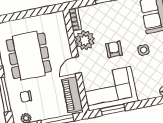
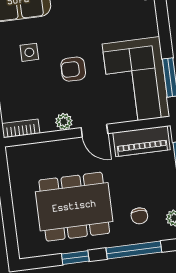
plant: (85, 40) -> (64, 122), width x0.53, depth x0.53
side table: (144, 50) -> (29, 52), moved

